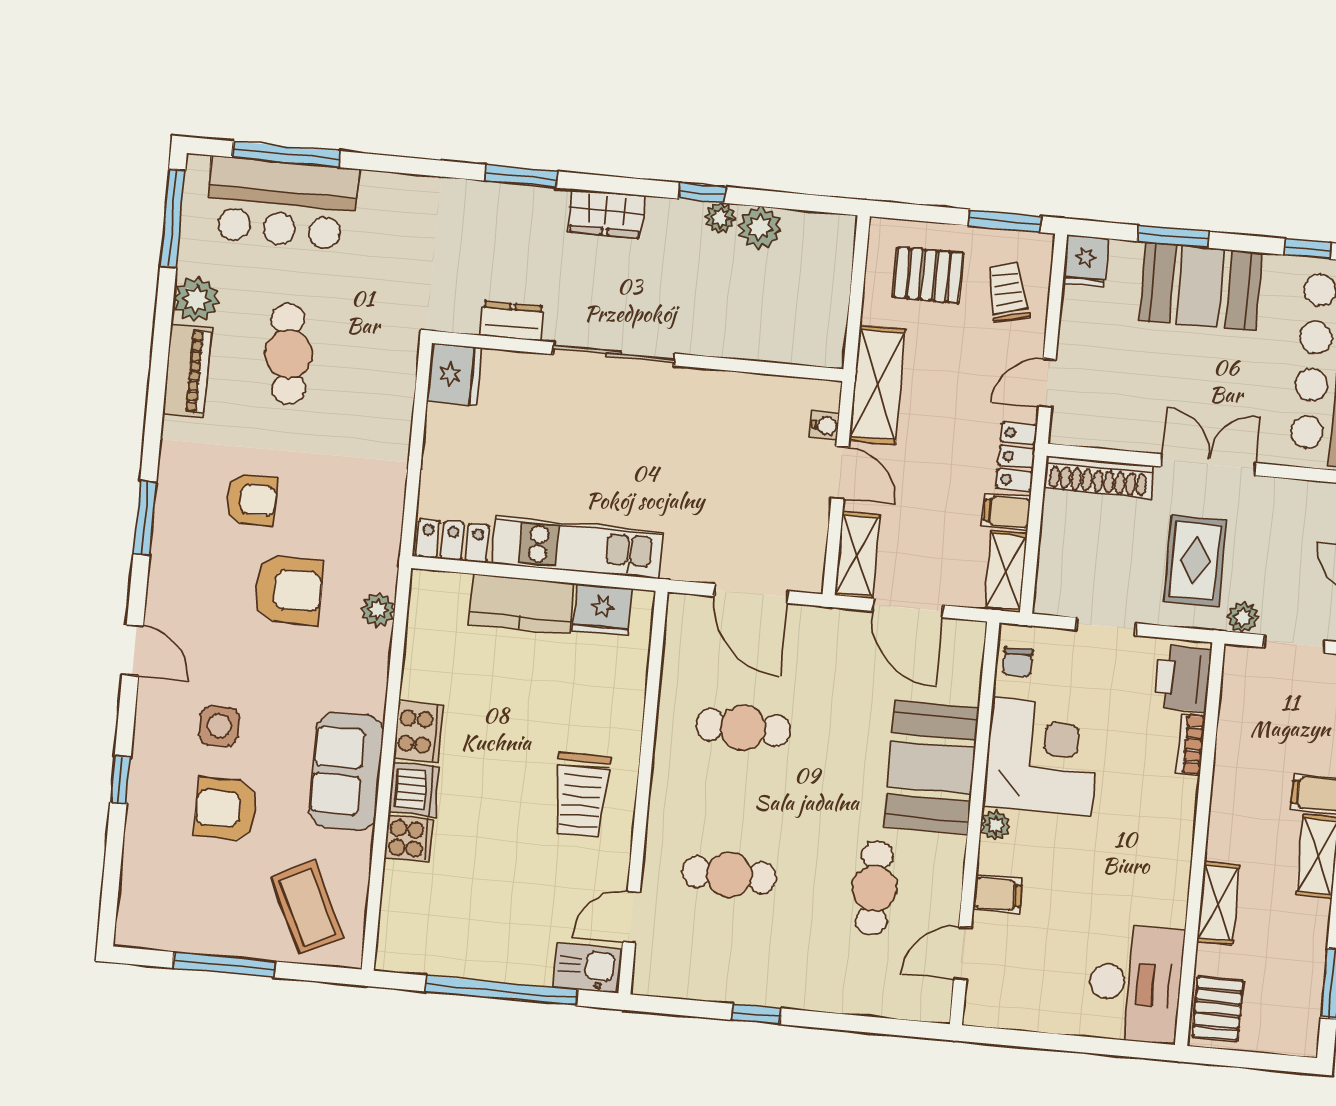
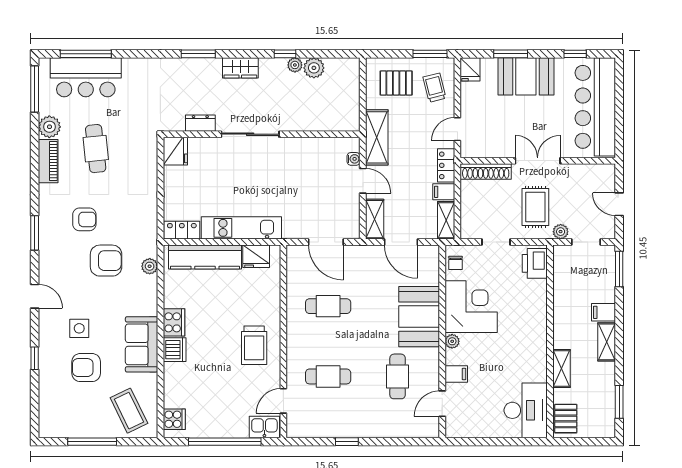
kitchen counter: (521, 604) -> (205, 257), width x1.50
bookcase: (1191, 745) -> (541, 294), removed
cooker: (409, 839) -> (174, 419), moved

